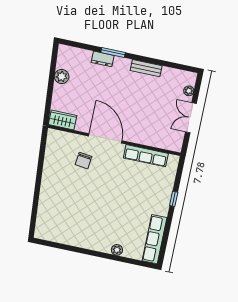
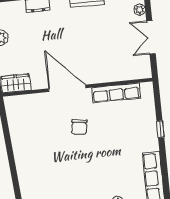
chair: (83, 161) -> (79, 127), moved

